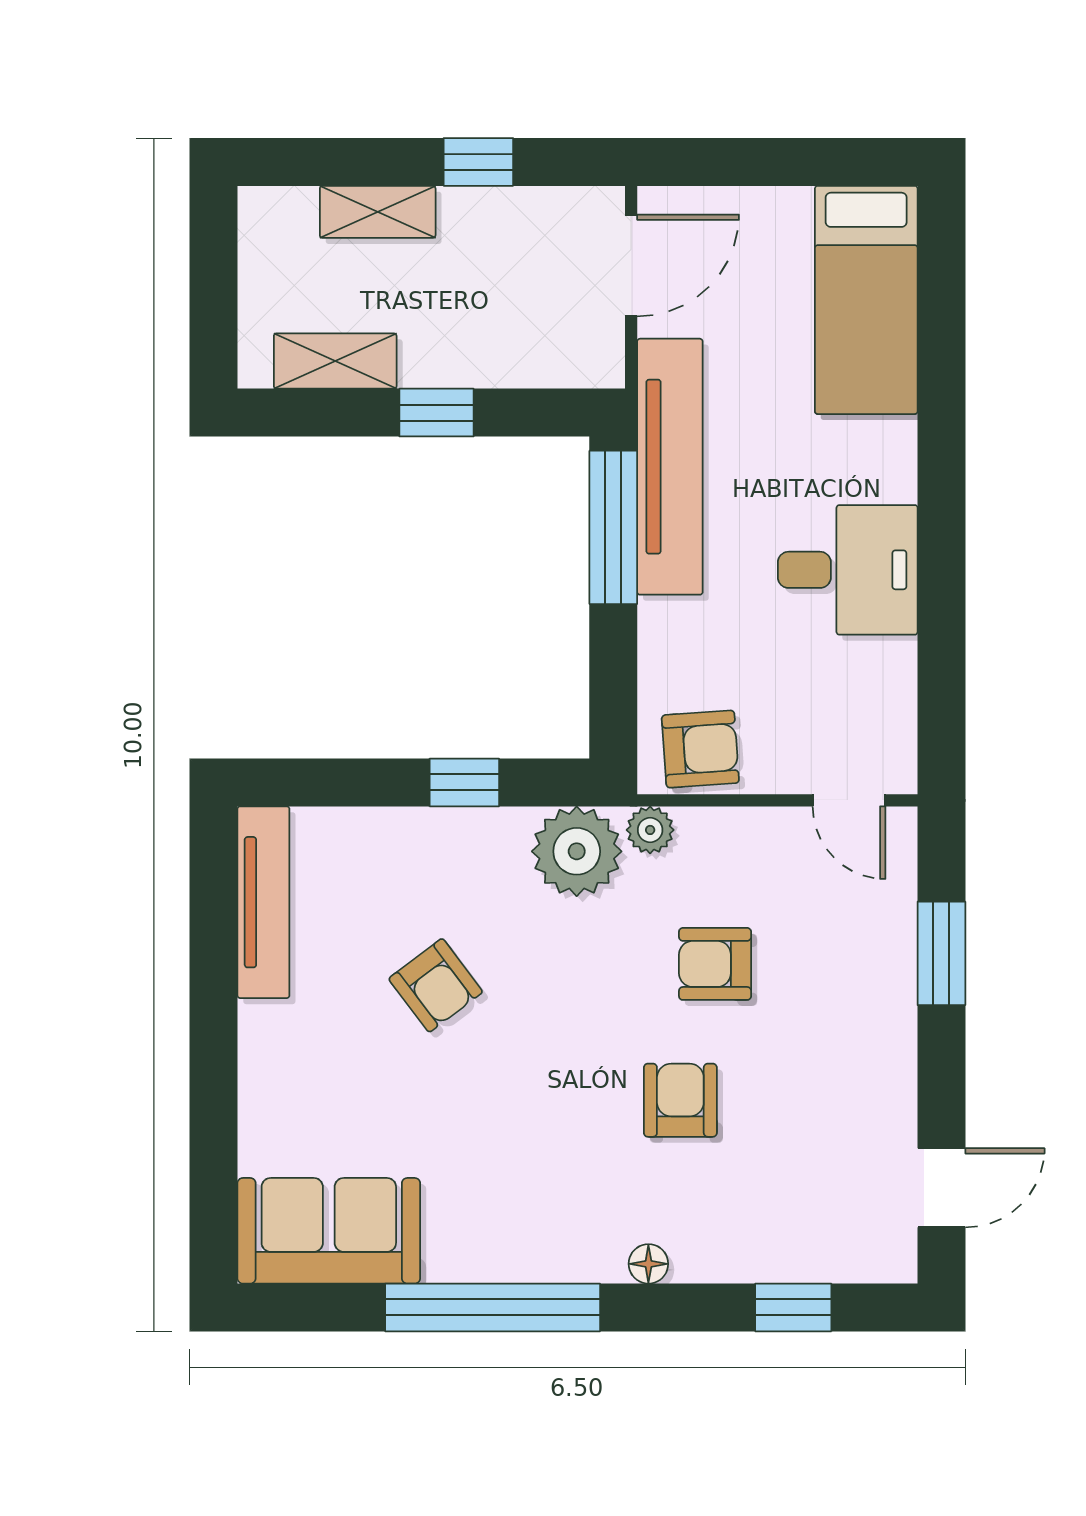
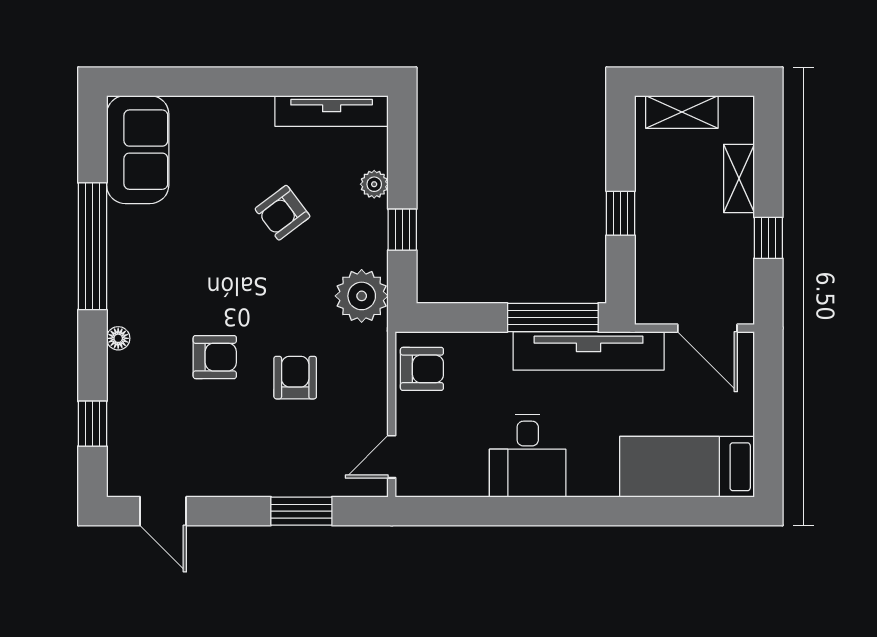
shelving: (335, 361) -> (682, 112), moved, turned 90
armchair: (700, 749) -> (422, 369), turned -86
plant: (650, 830) -> (374, 184), moved

